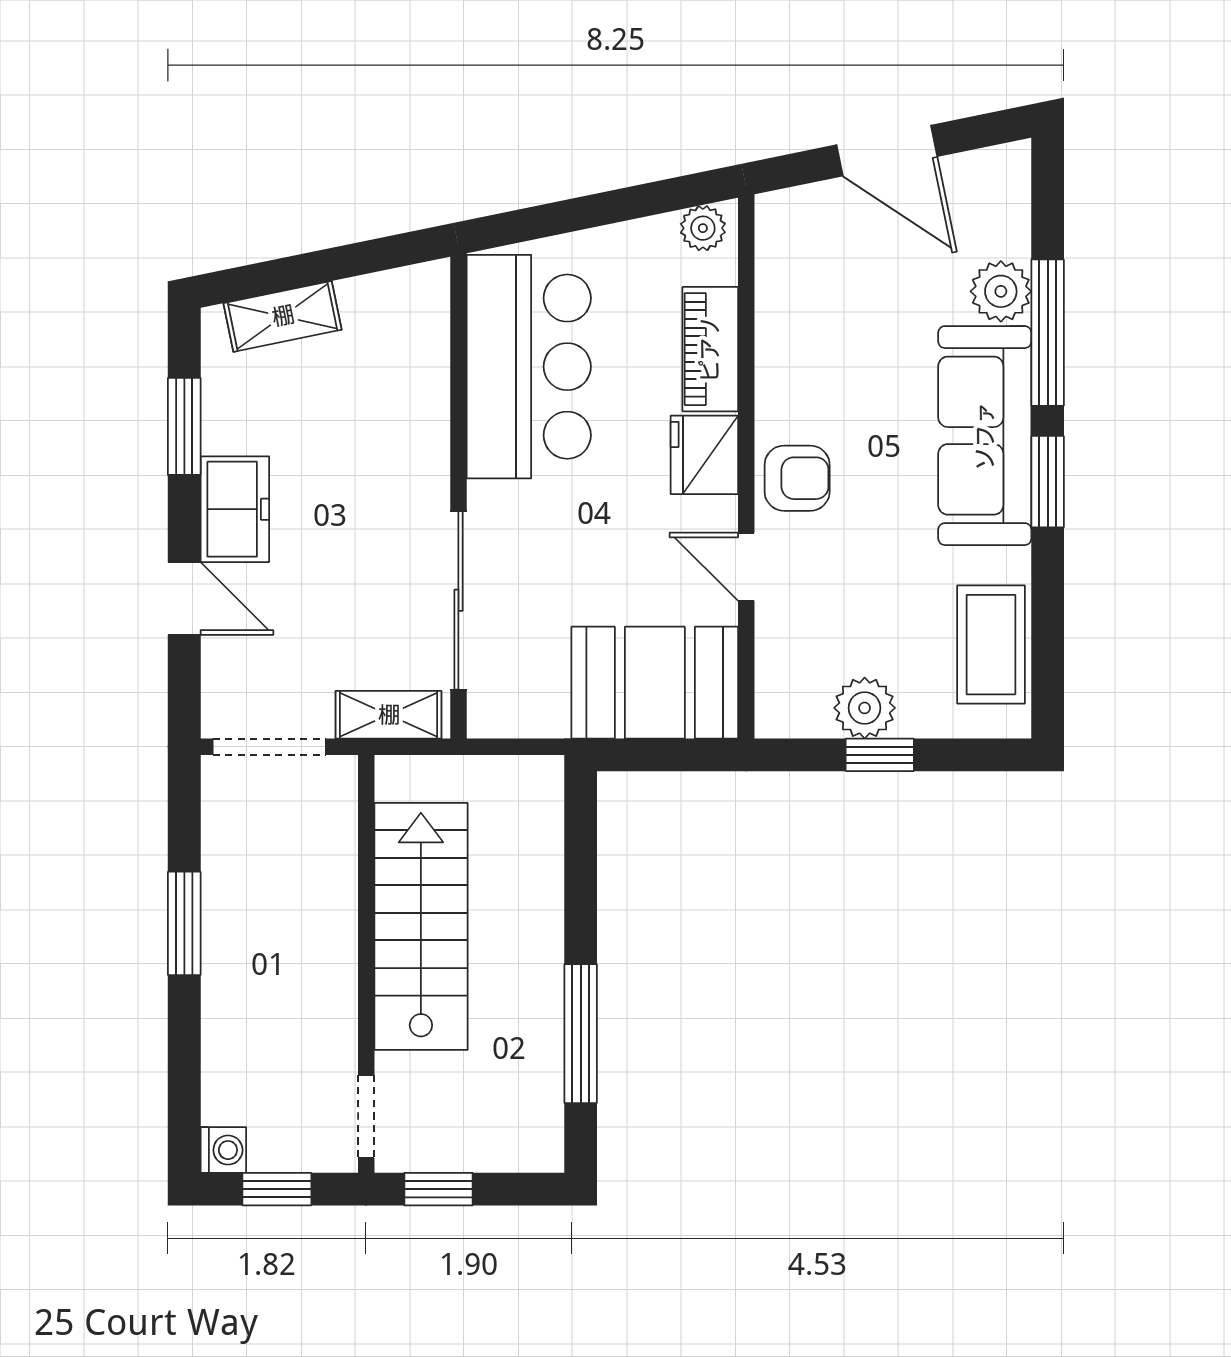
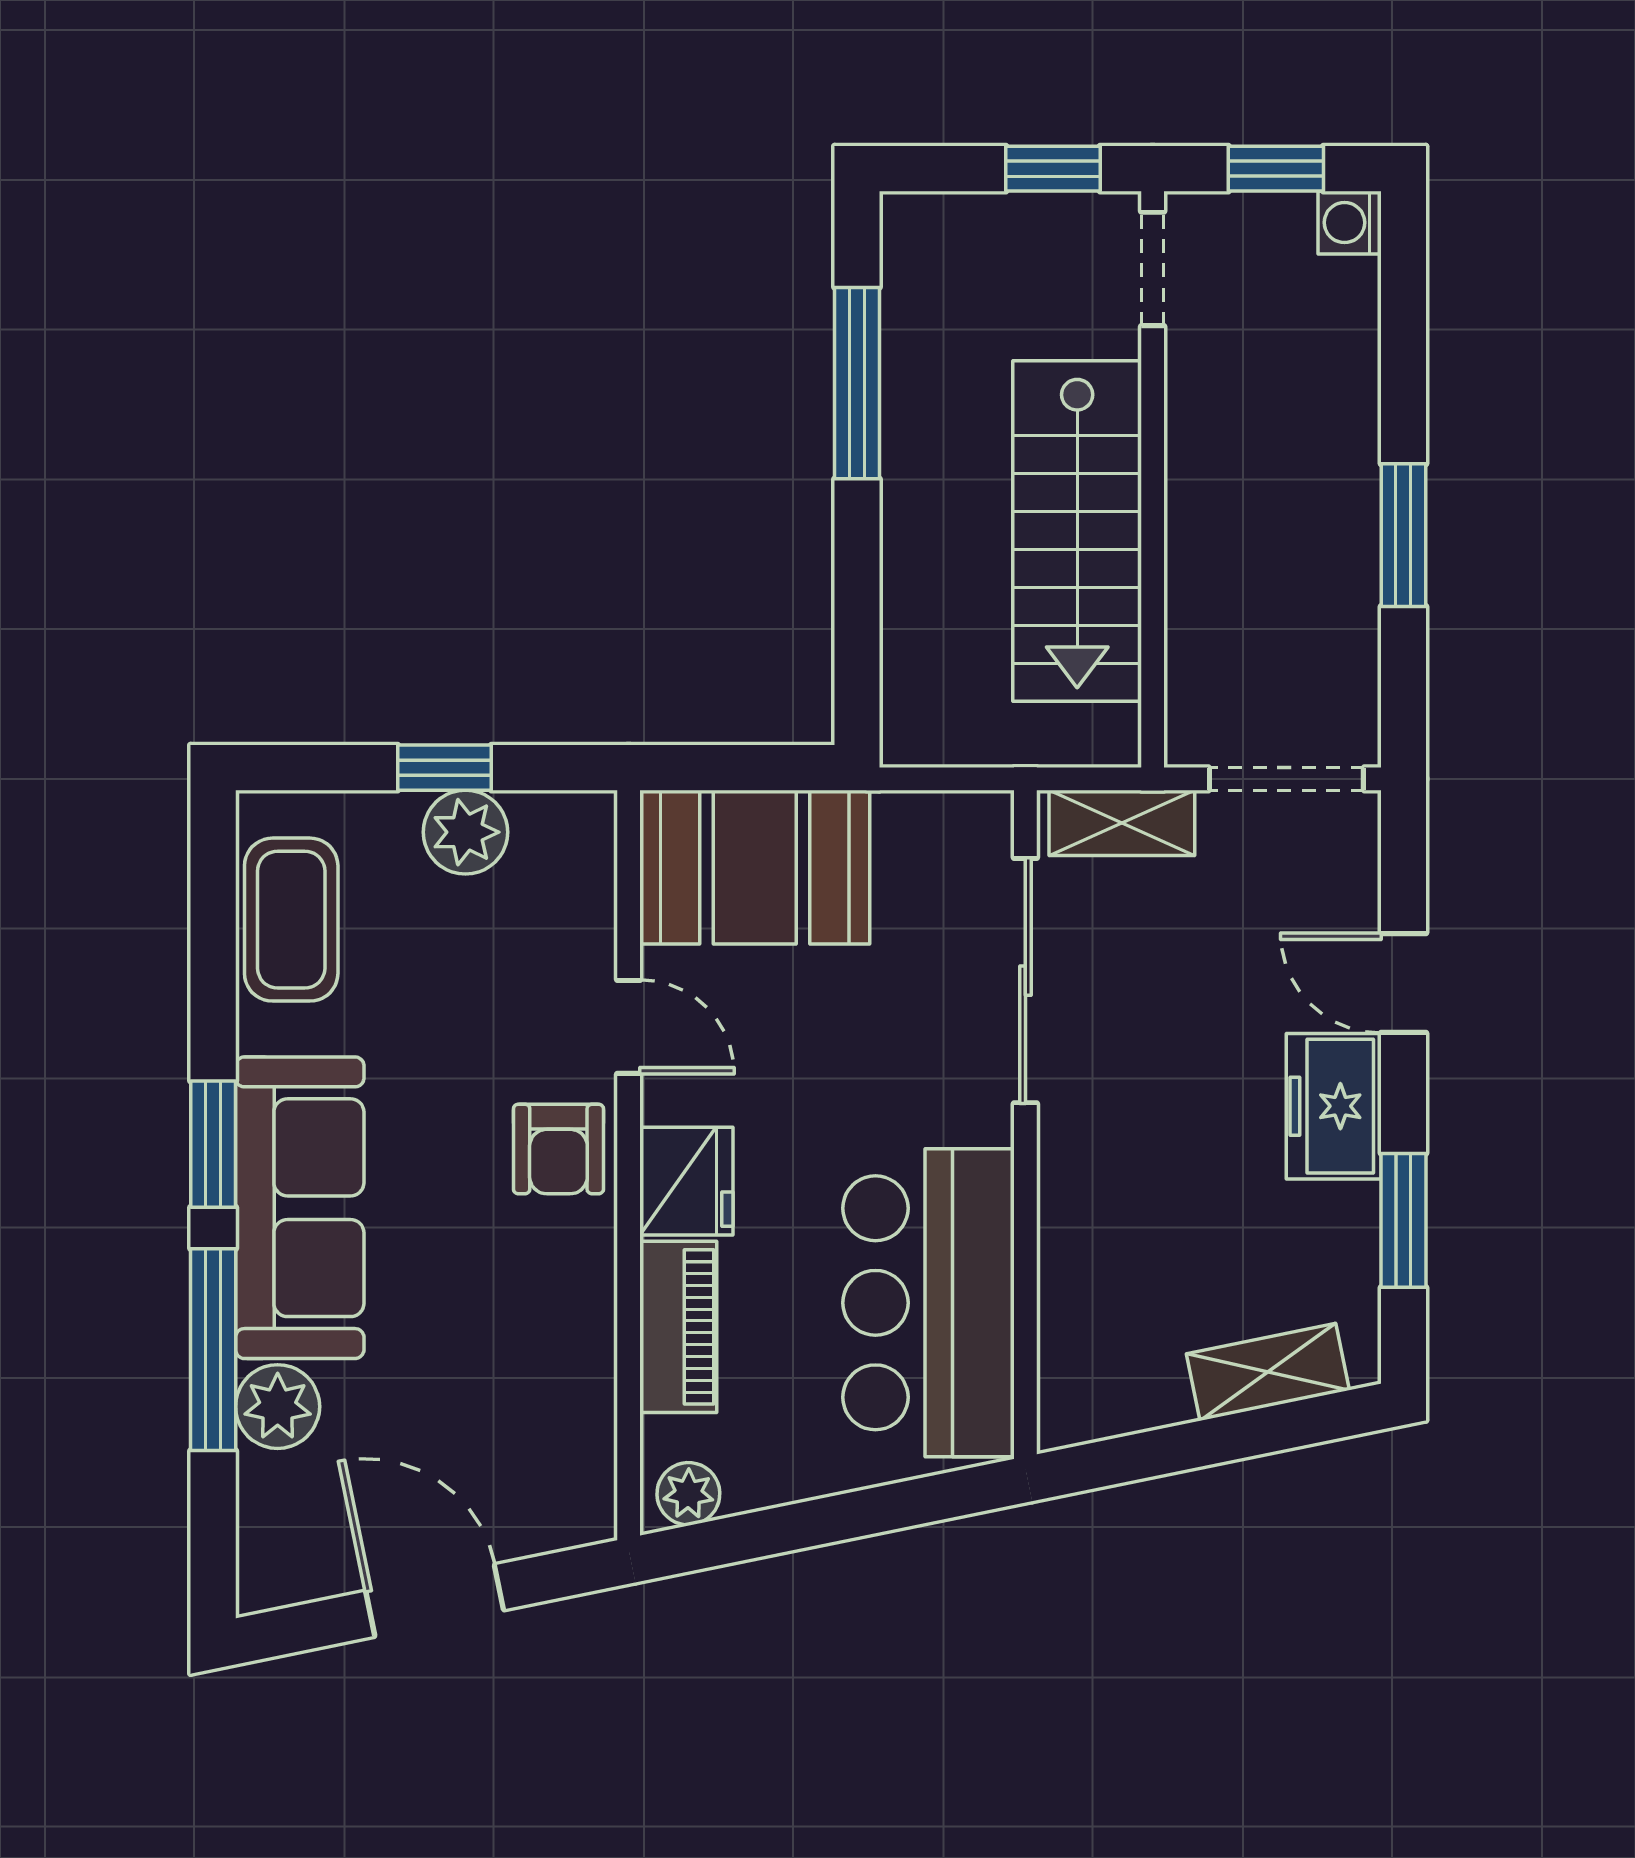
armchair: (797, 478) -> (558, 1149), turned -90

